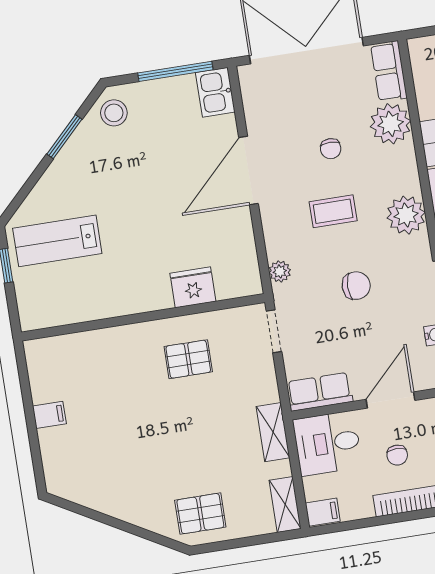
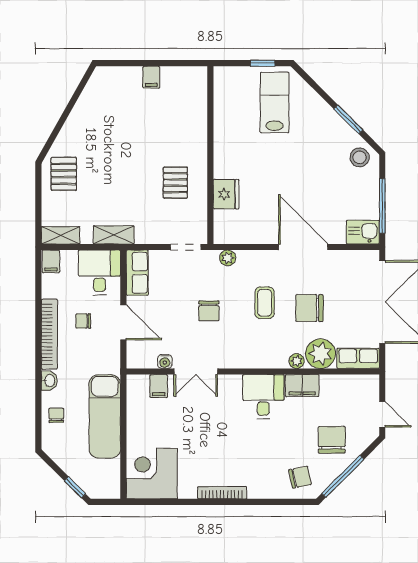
chair: (331, 149) -> (310, 308), width x1.87, depth x1.87
plant: (406, 215) -> (297, 361), moved, width x0.53, depth x0.53

